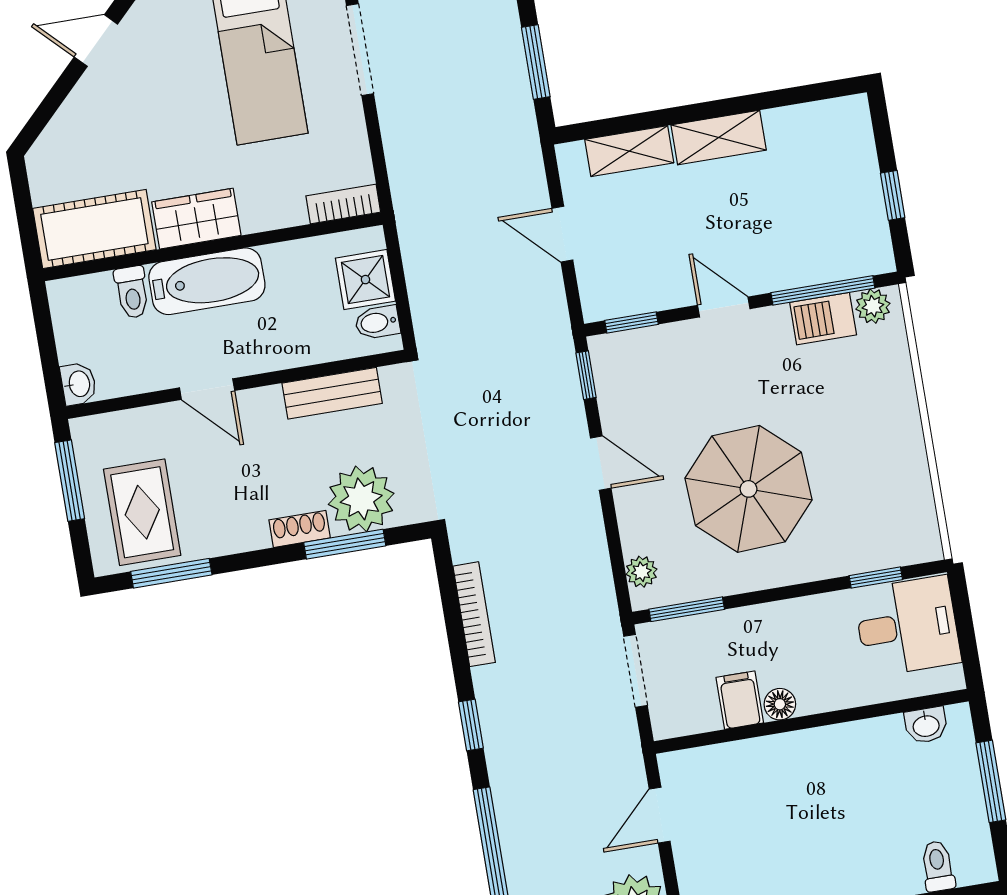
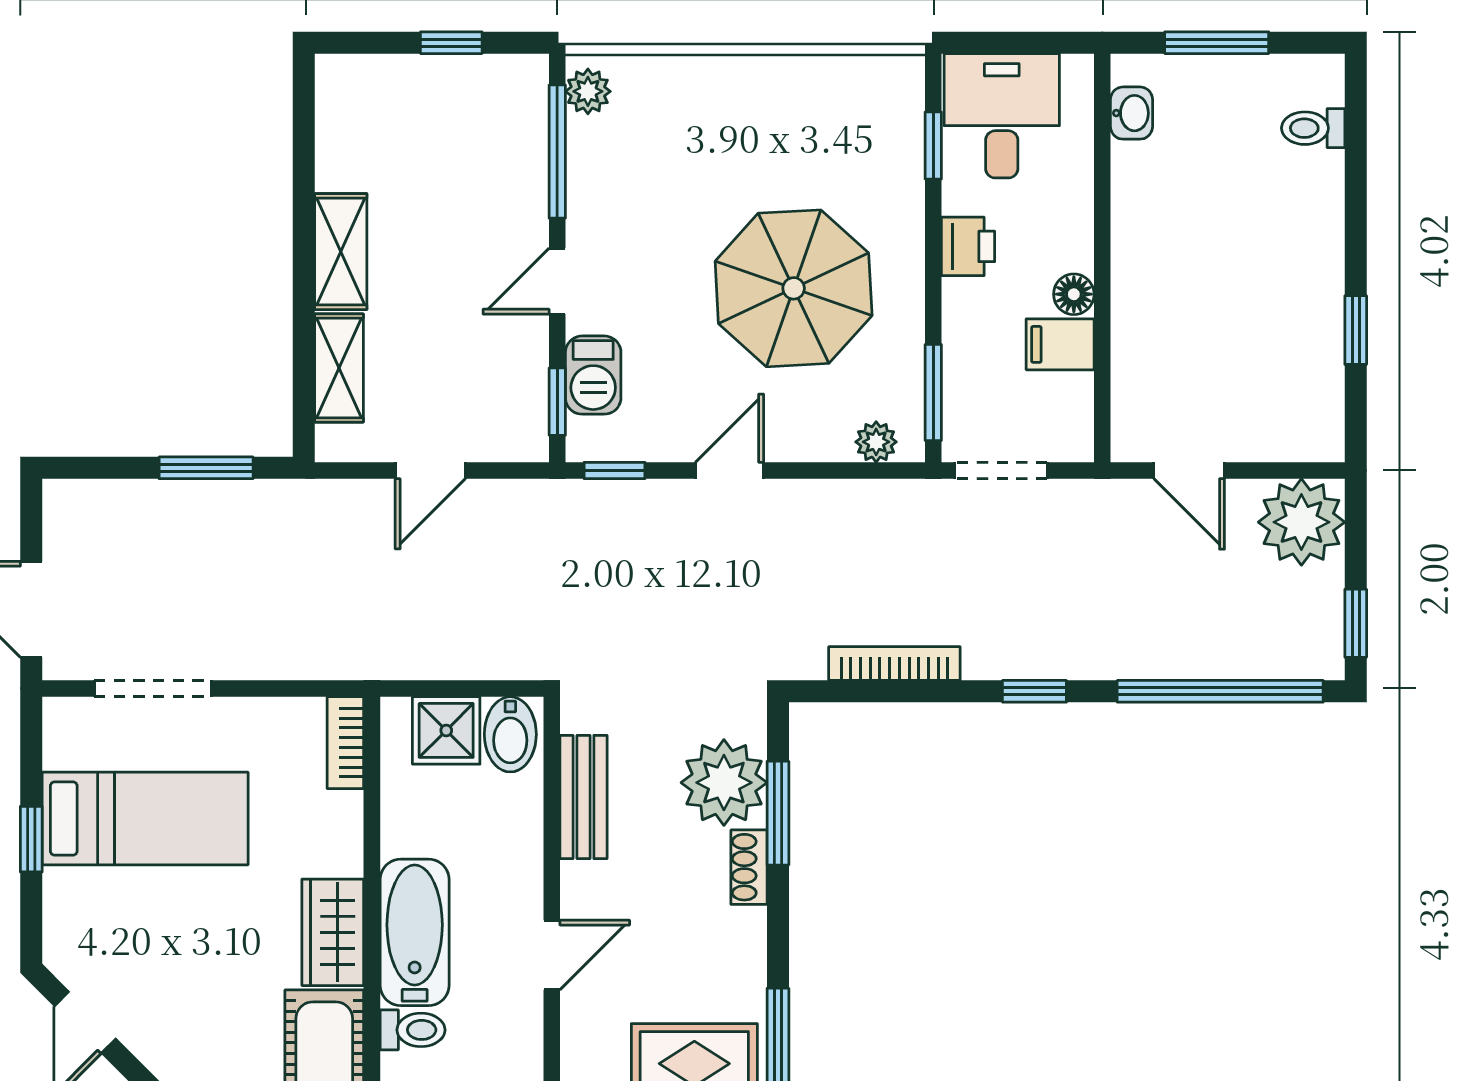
barbecue: (823, 319) -> (593, 375), moved
bidet: (377, 322) -> (510, 734), width x1.38, depth x1.36
printer: (803, 617) -> (968, 246), added

